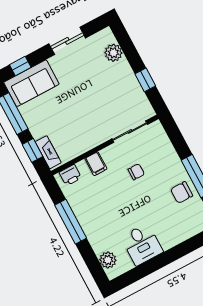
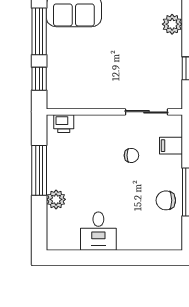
fireplace: (48, 152) -> (54, 89), removed
filing cabinet: (96, 164) -> (171, 146), moved, turned 90
plant: (108, 260) -> (56, 199), moved

